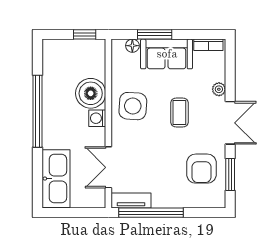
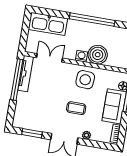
armchair: (201, 169) -> (39, 116), removed
tv unit: (131, 200) -> (26, 74), width x1.41

